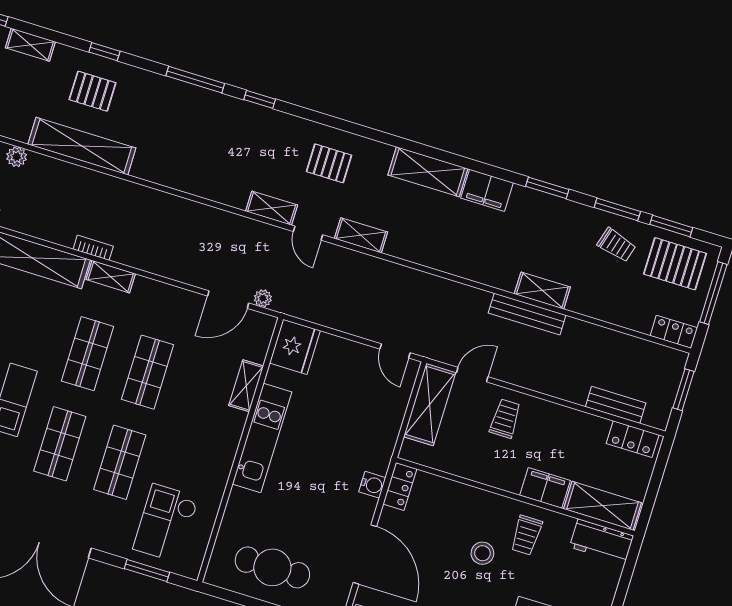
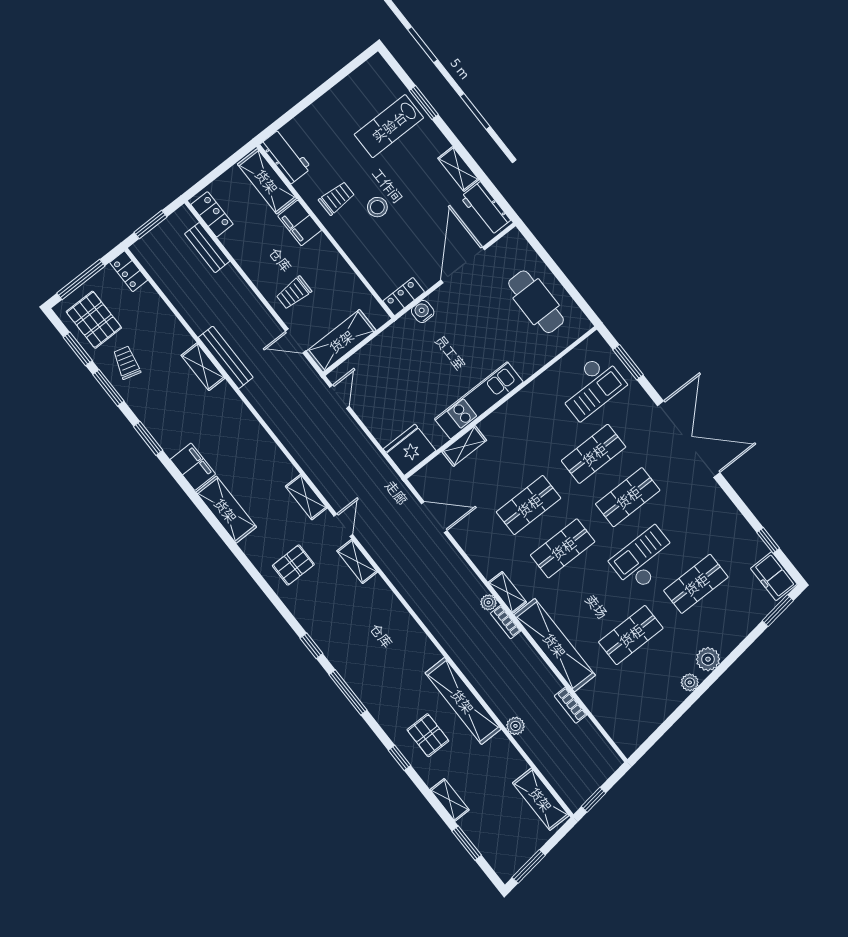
pallet: (329, 163) -> (293, 565), turned 90
plant: (263, 298) -> (488, 602), moved

